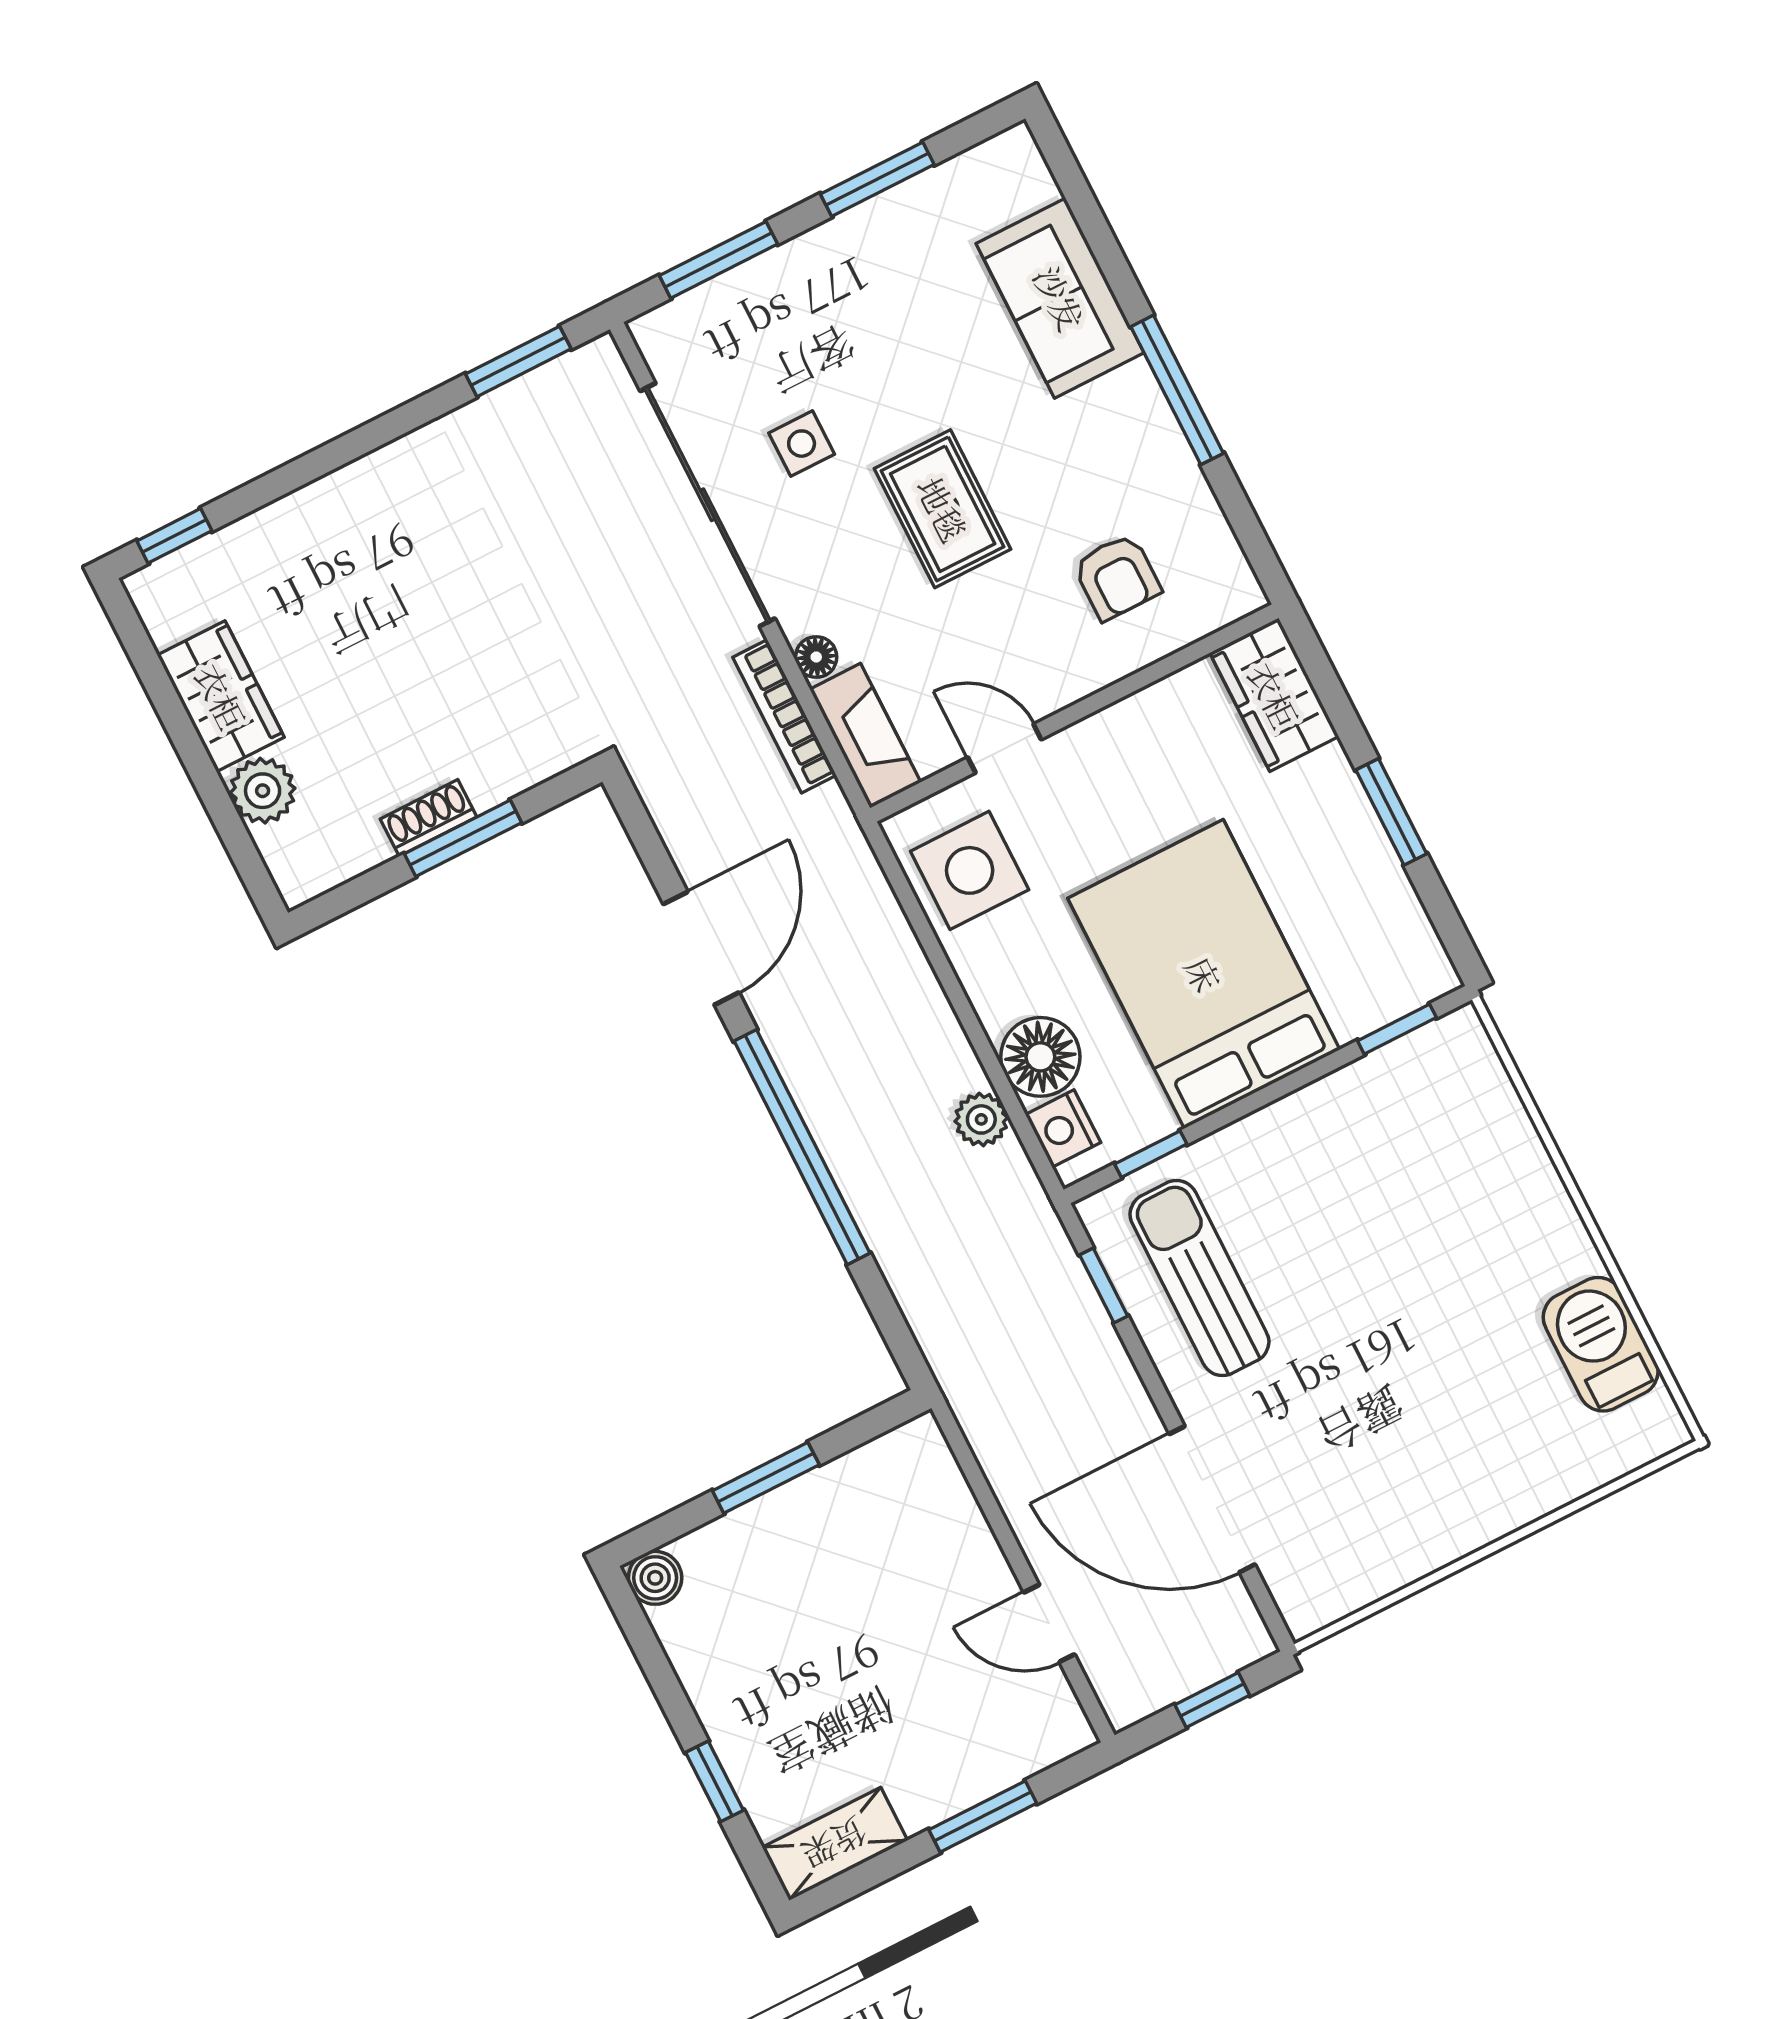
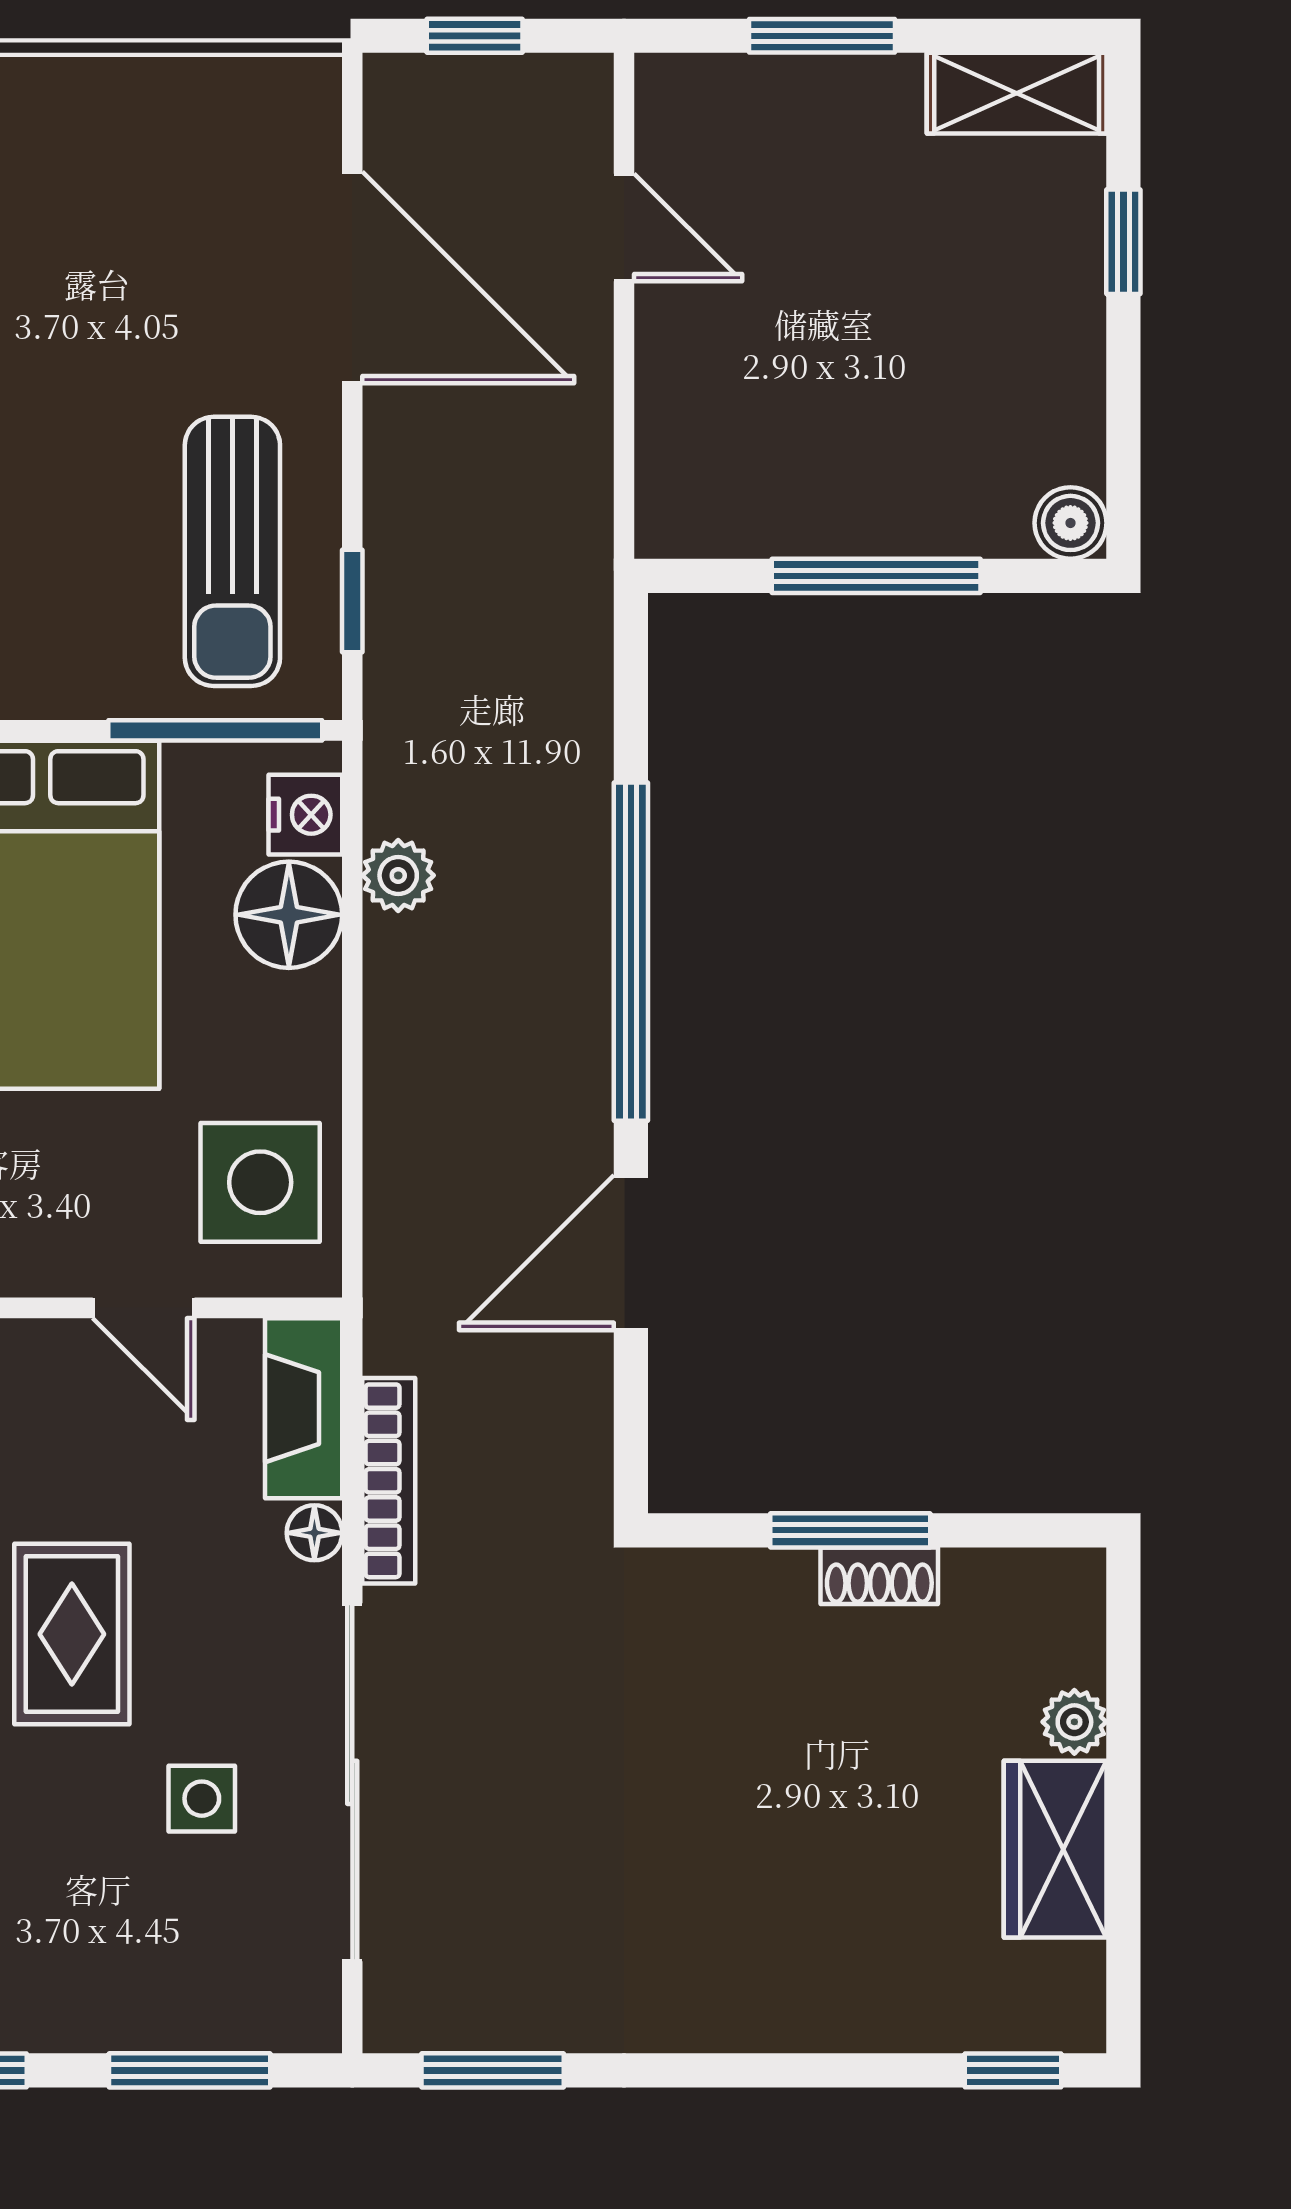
plant: (263, 791) -> (1074, 1722), width x0.73, depth x0.73
window: (1151, 1154) -> (215, 730), width x2.17
window: (766, 1478) -> (876, 576), width x1.44

